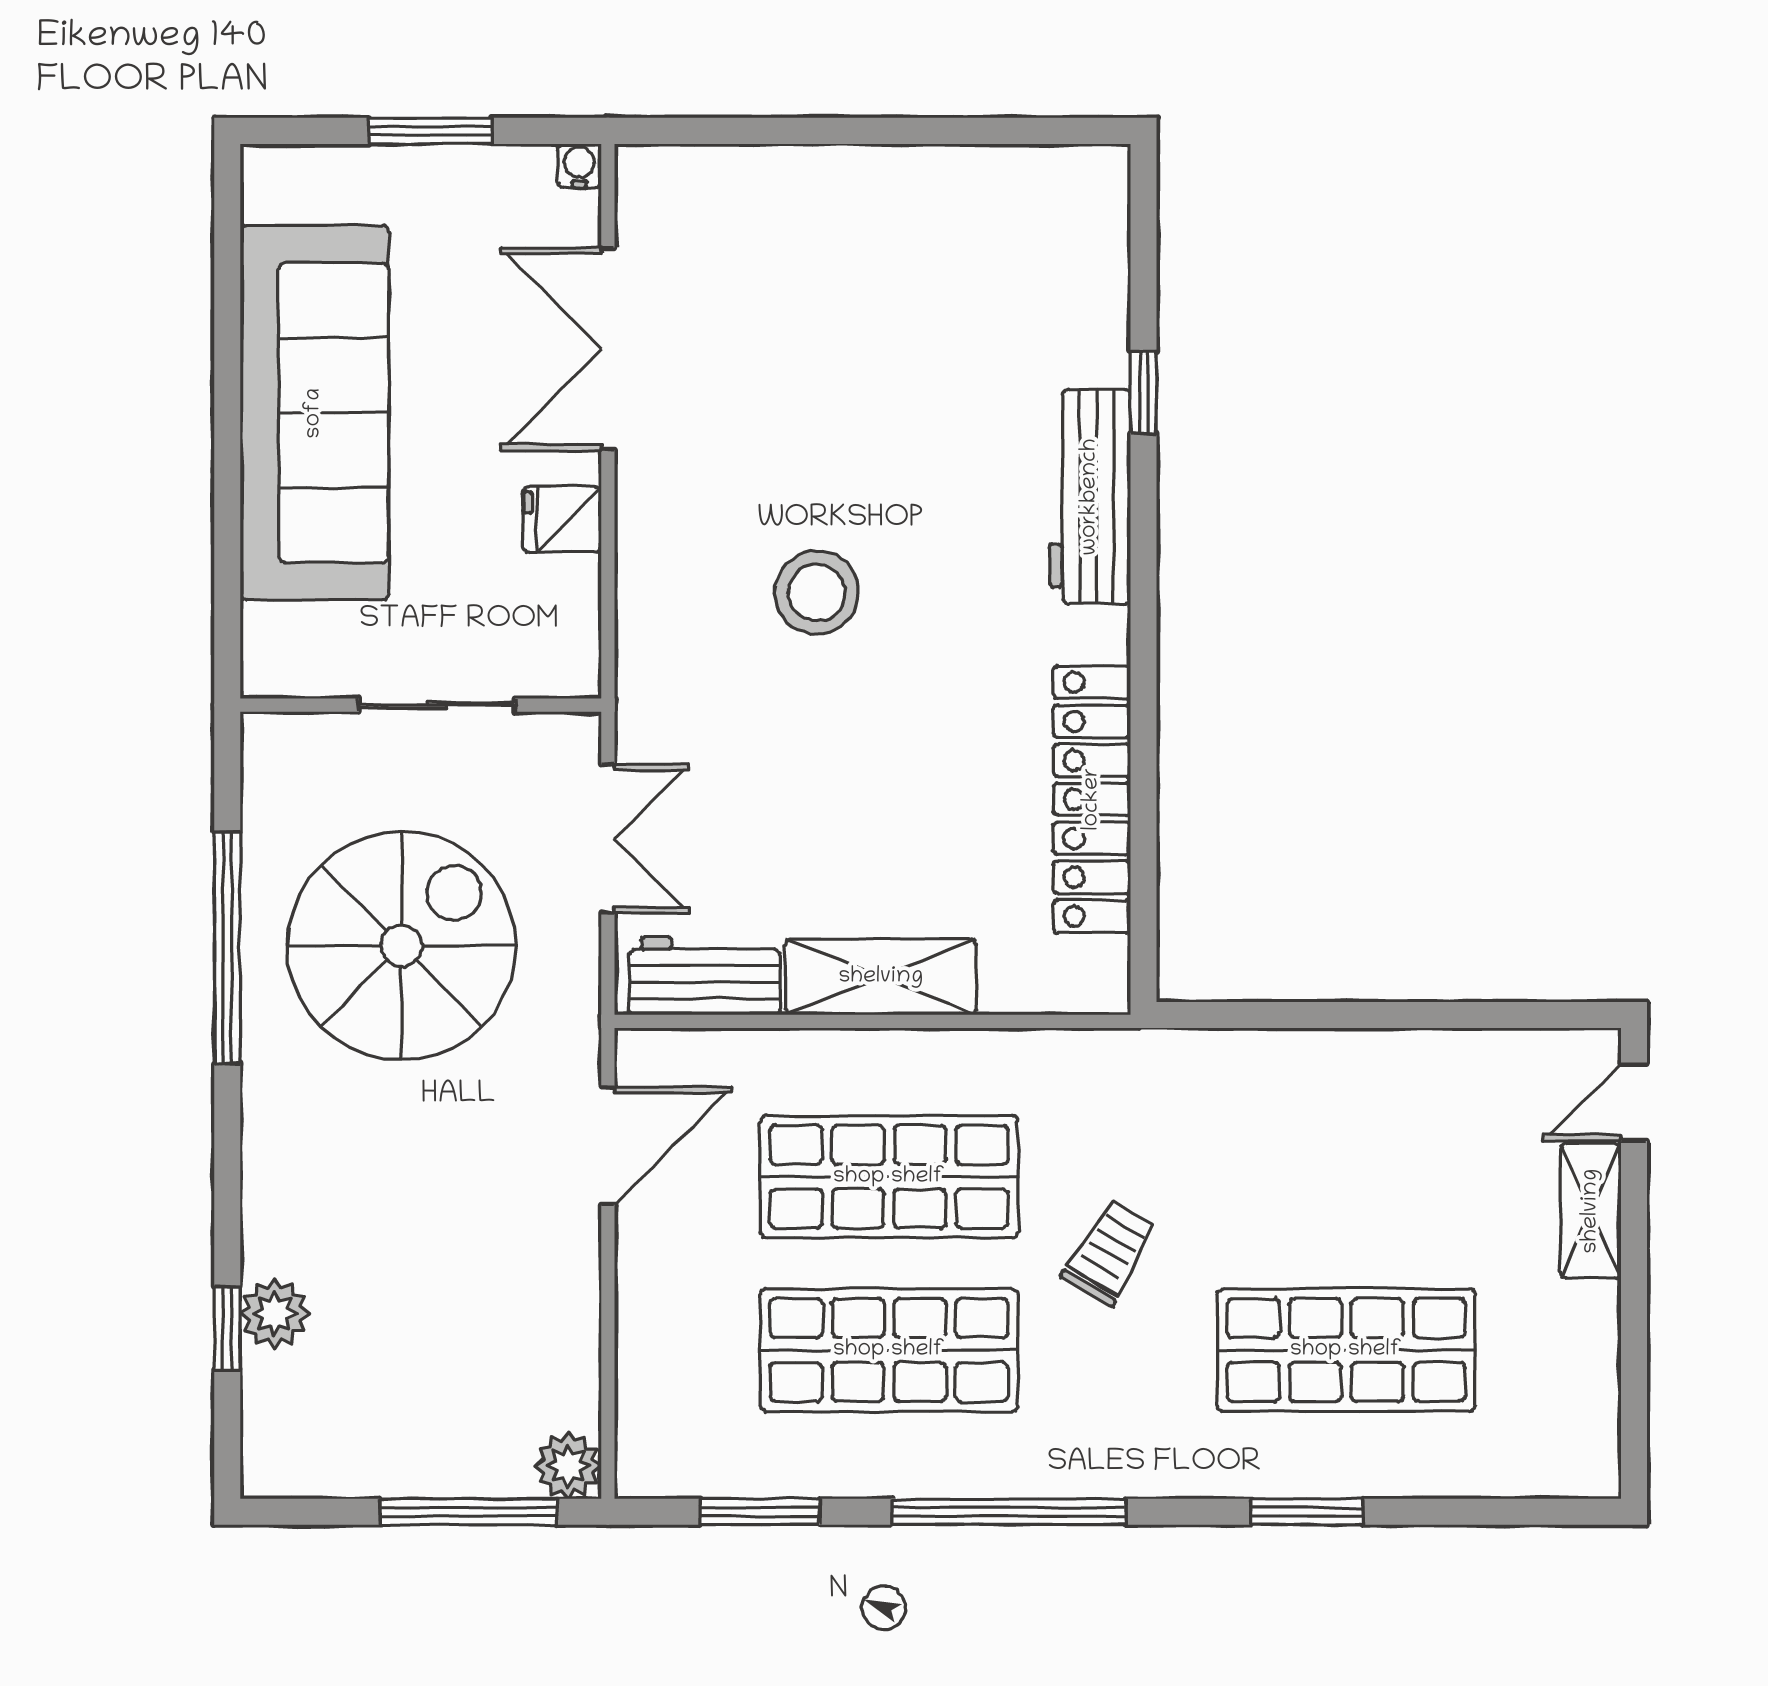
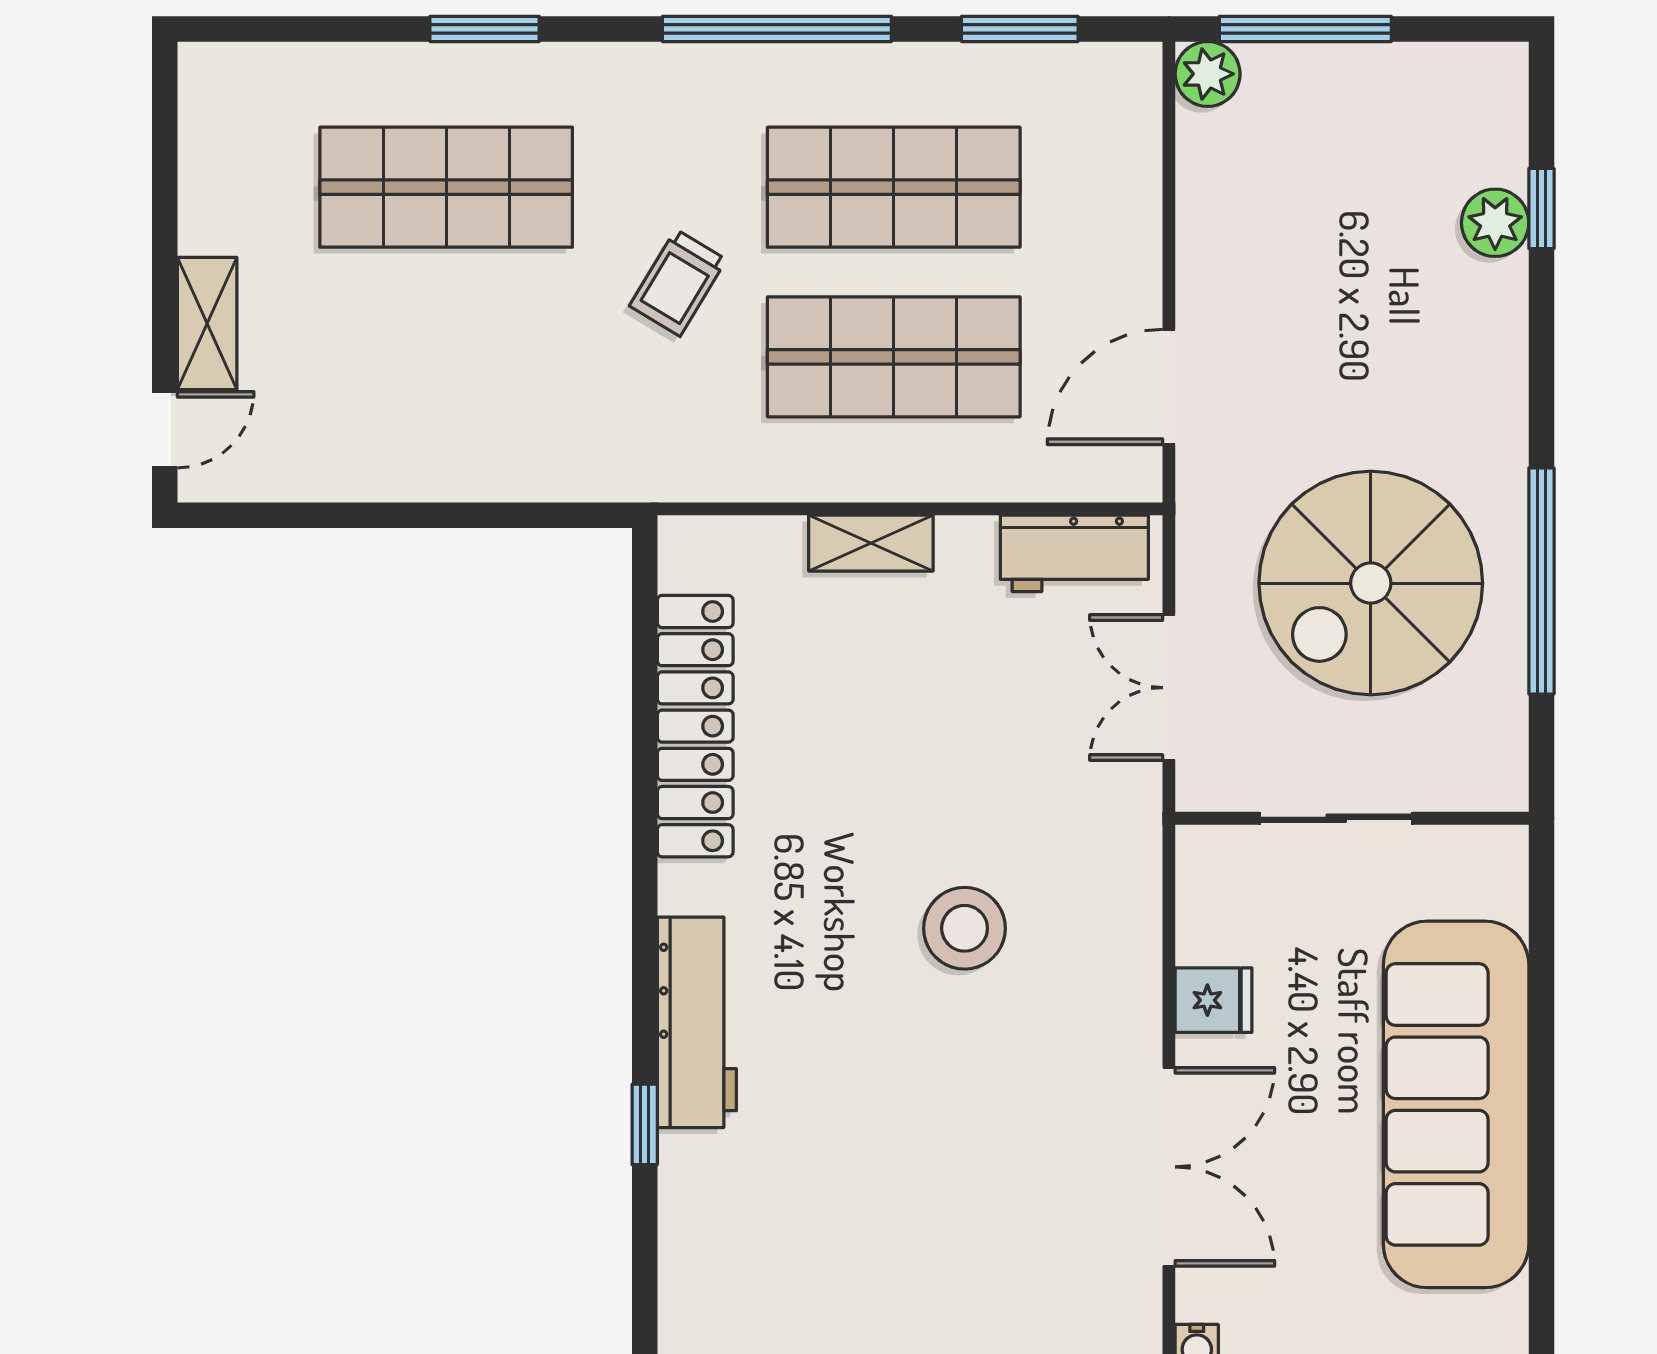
shelving: (881, 977) -> (871, 543), width x0.67, depth x0.75

